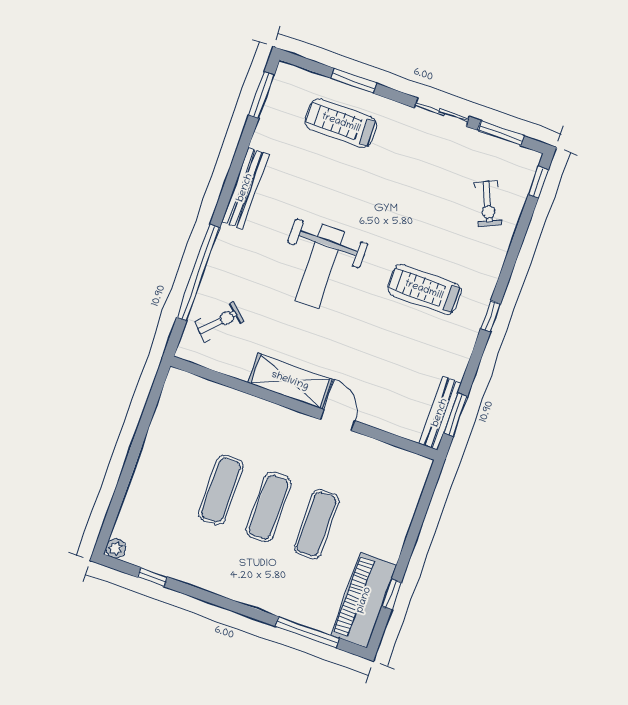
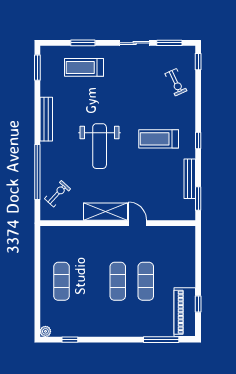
bench: (440, 413) -> (190, 179), moved
exercise mat: (221, 490) -> (61, 281), moved

